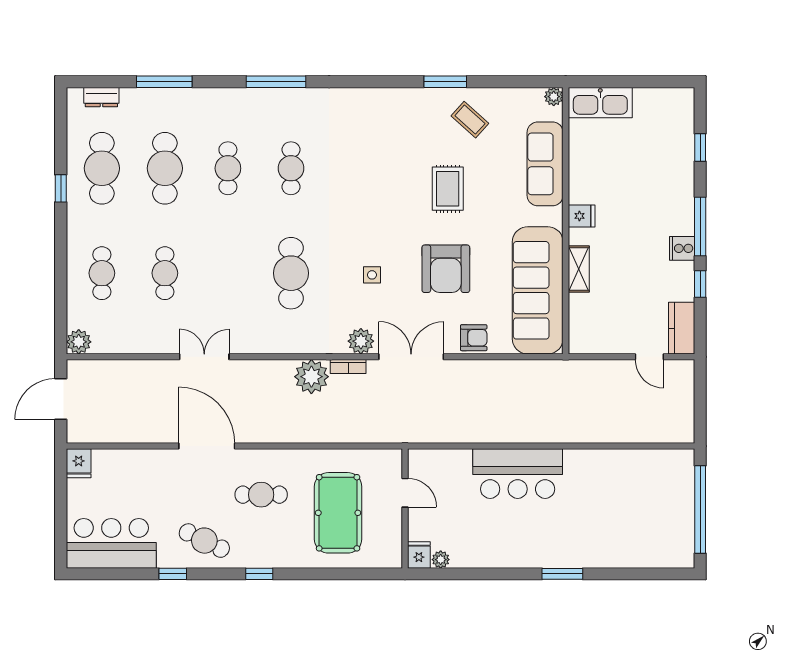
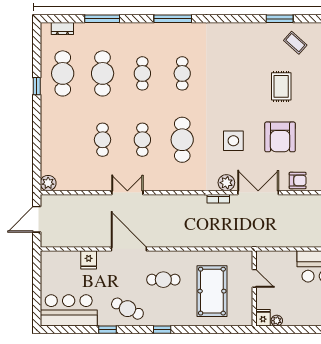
cafe table: (102, 273) -> (142, 140), moved
side table: (372, 275) -> (233, 141), width x1.87, depth x1.87
plant: (311, 377) -> (195, 205), removed
fridge: (79, 463) -> (89, 260), moved

